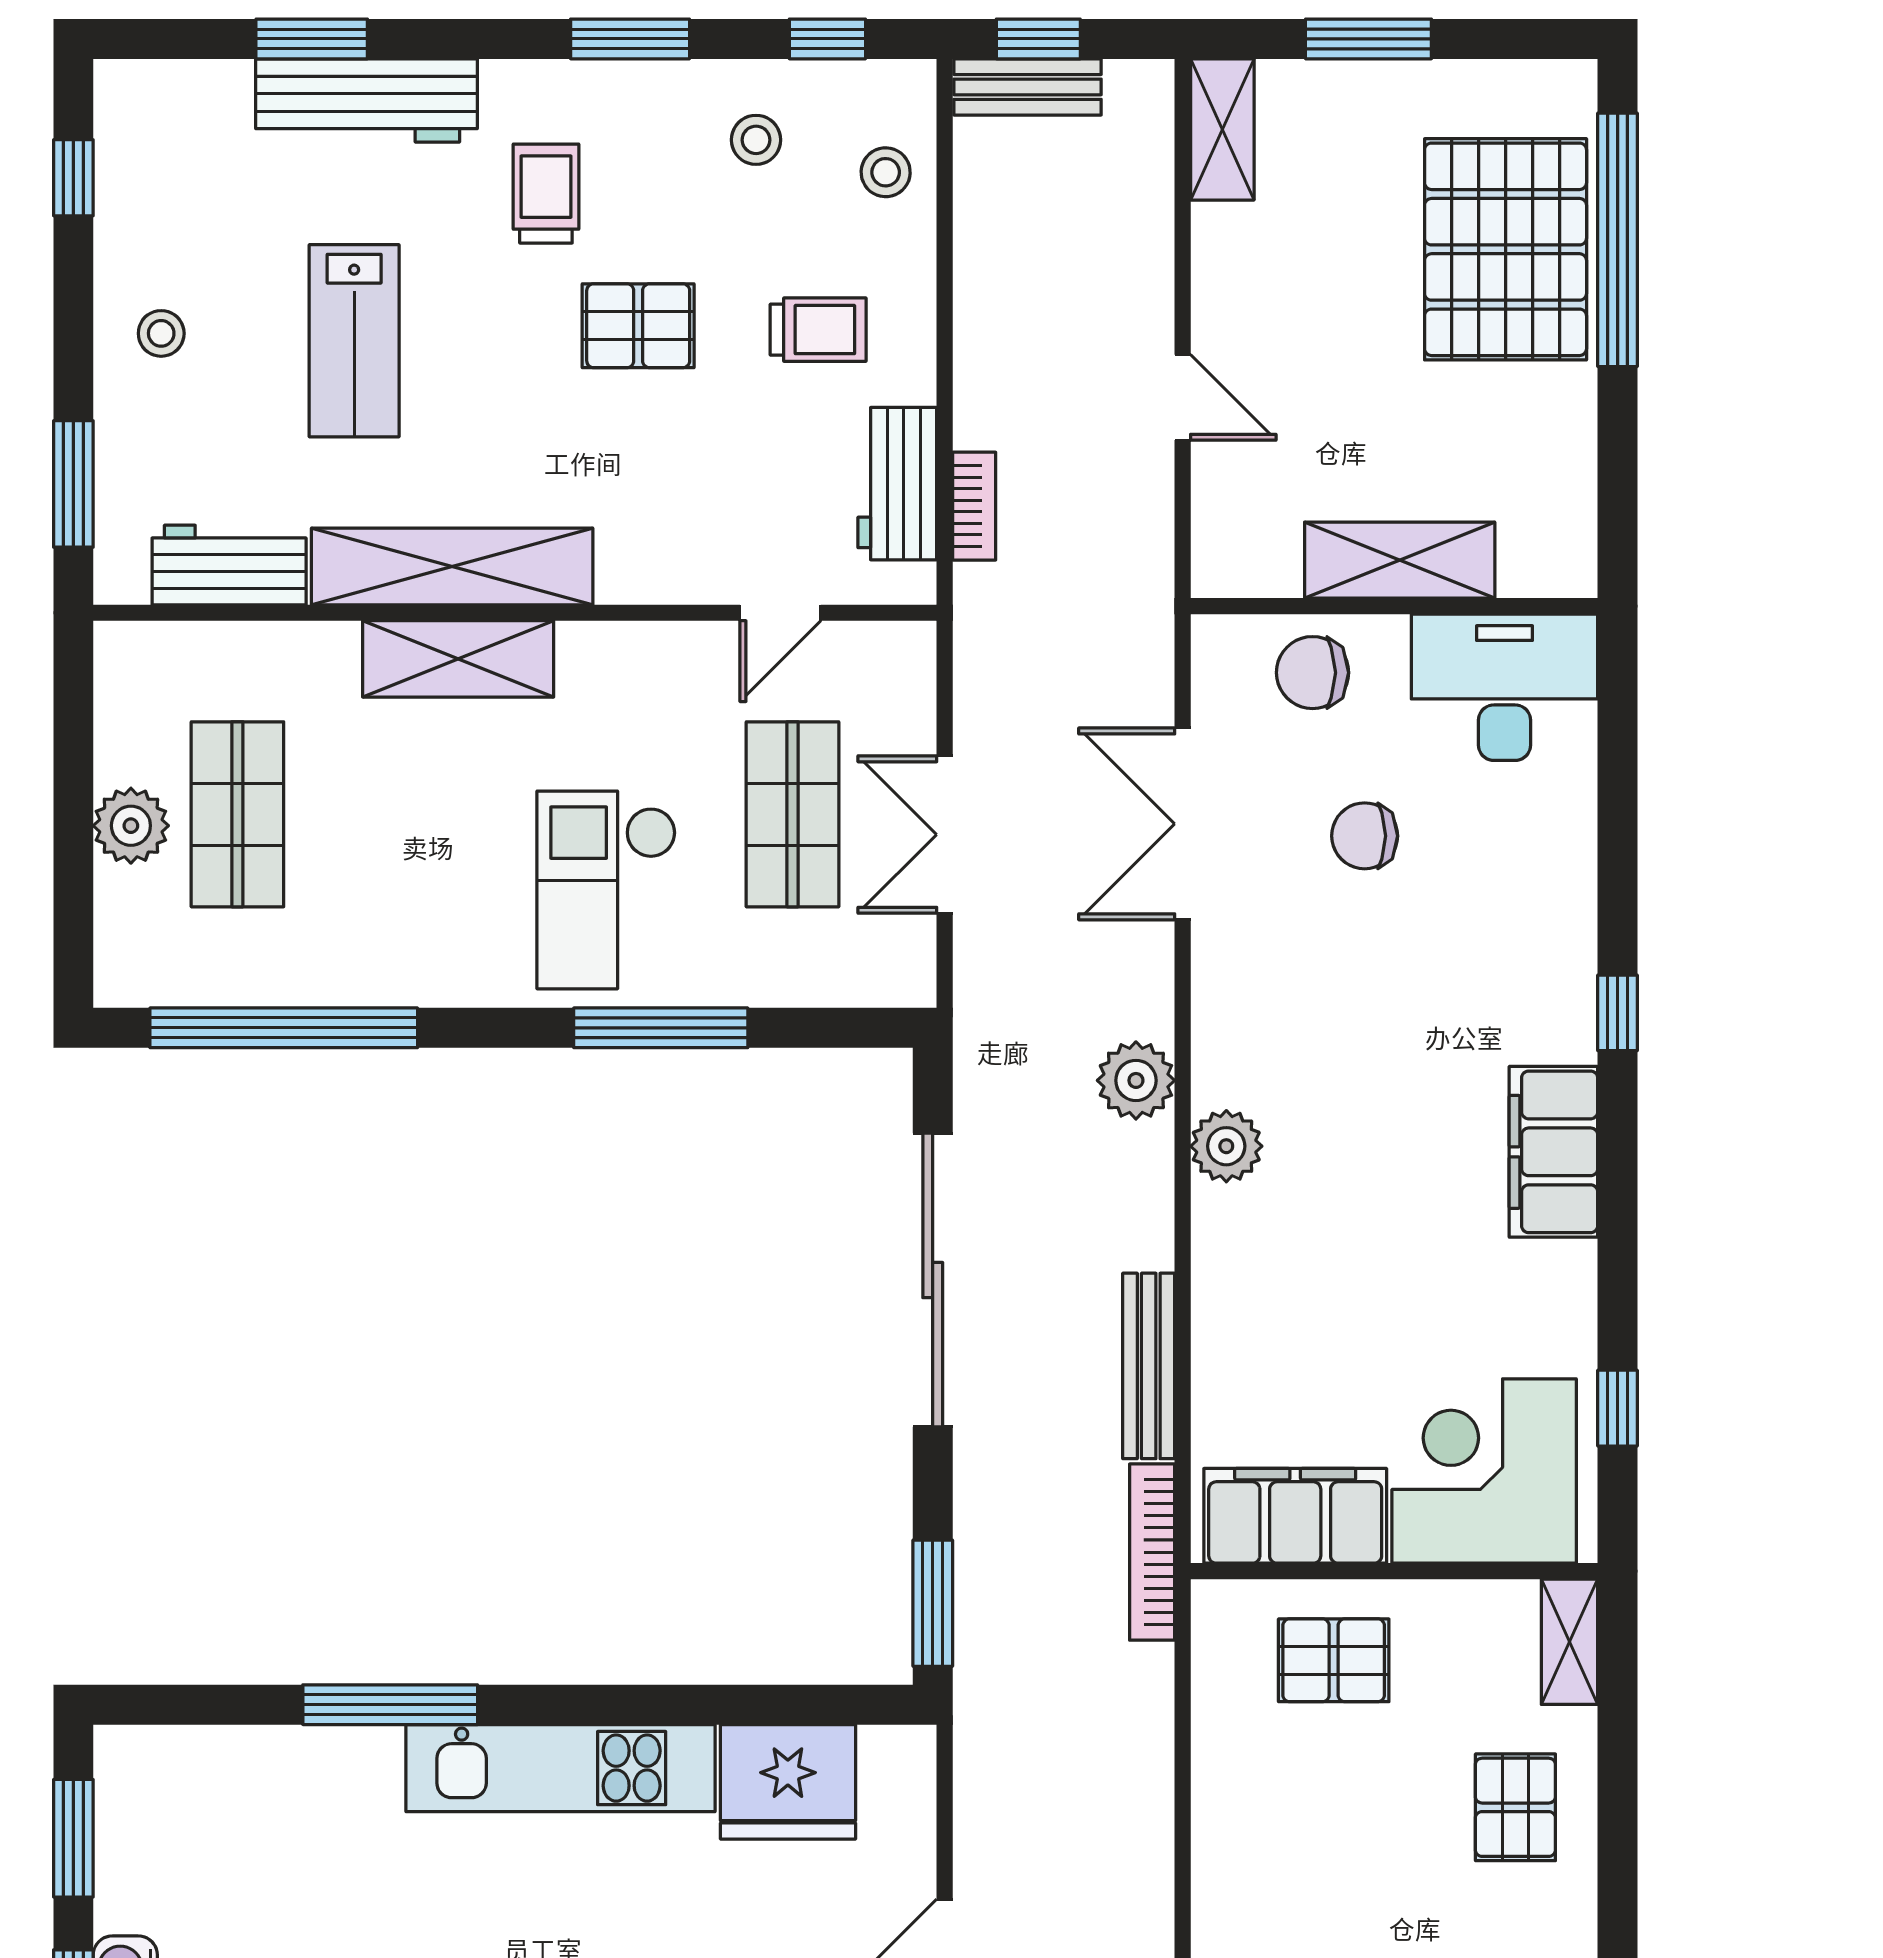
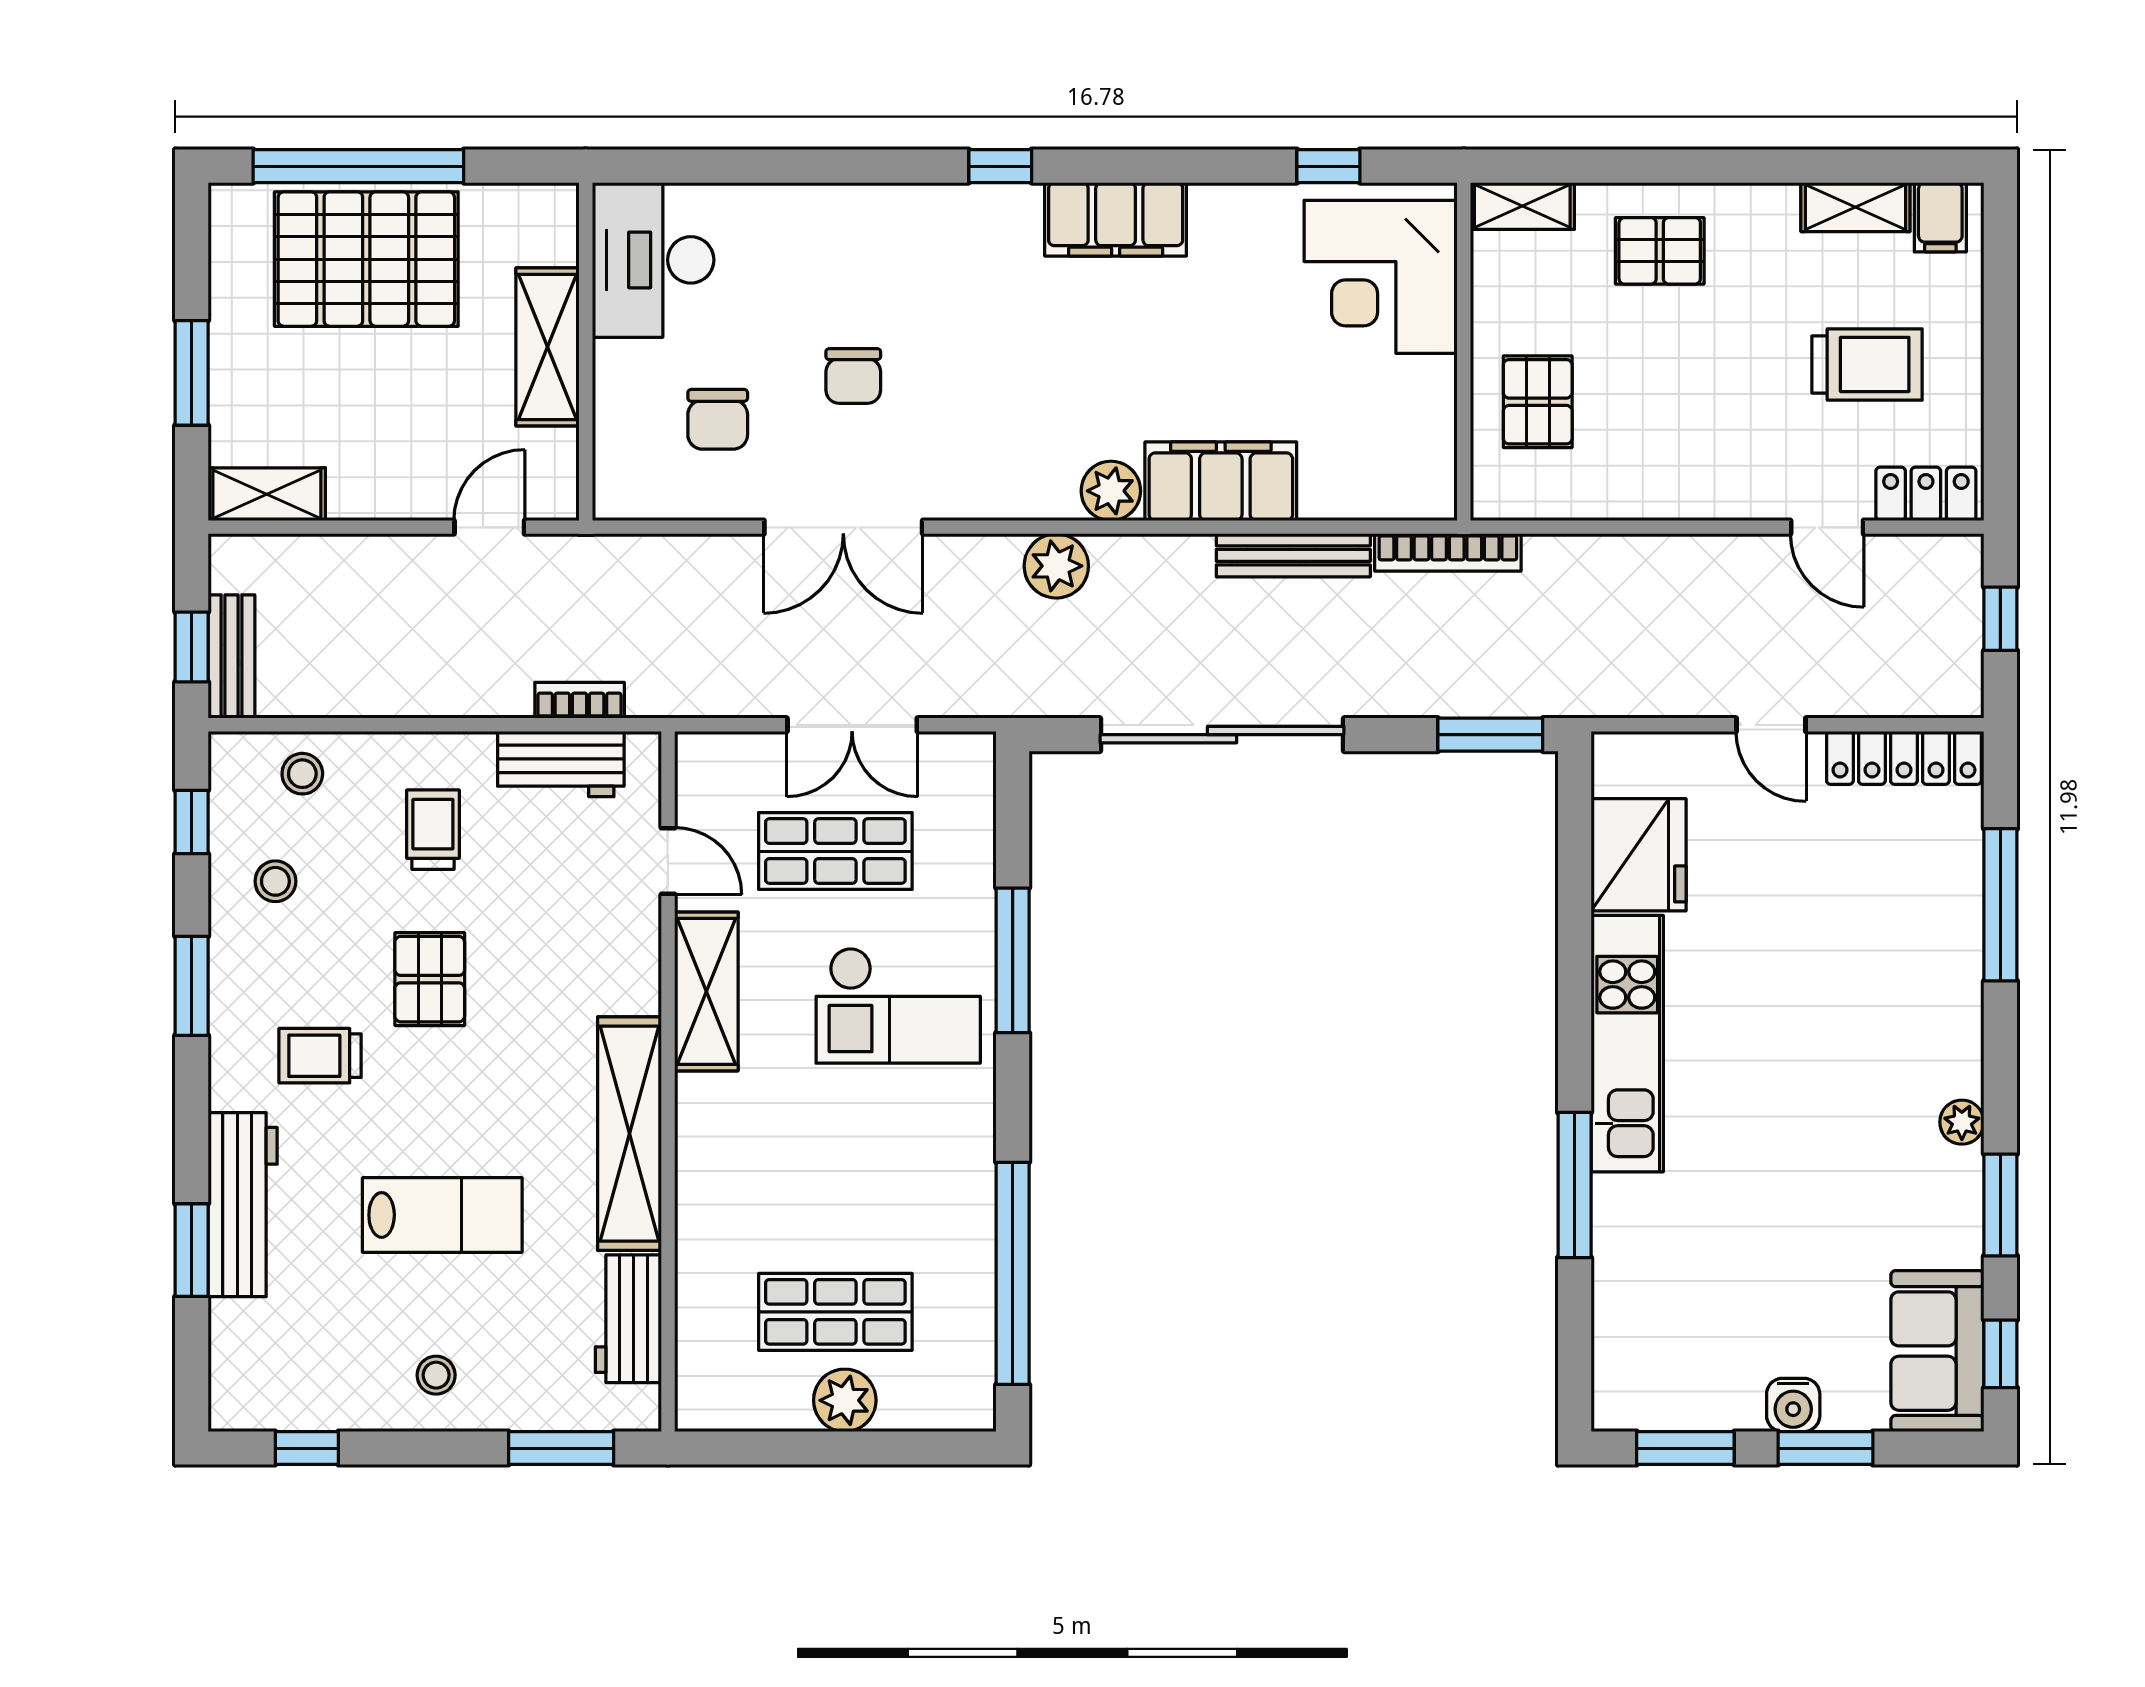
shelving: (1400, 560) -> (548, 347), moved
wall: (1394, 606) -> (586, 352), moved
shelving: (458, 659) -> (706, 991), moved
desk: (1505, 687) -> (653, 260), moved
filing cabinet: (1295, 1516) -> (1221, 481), moved, turned 90

